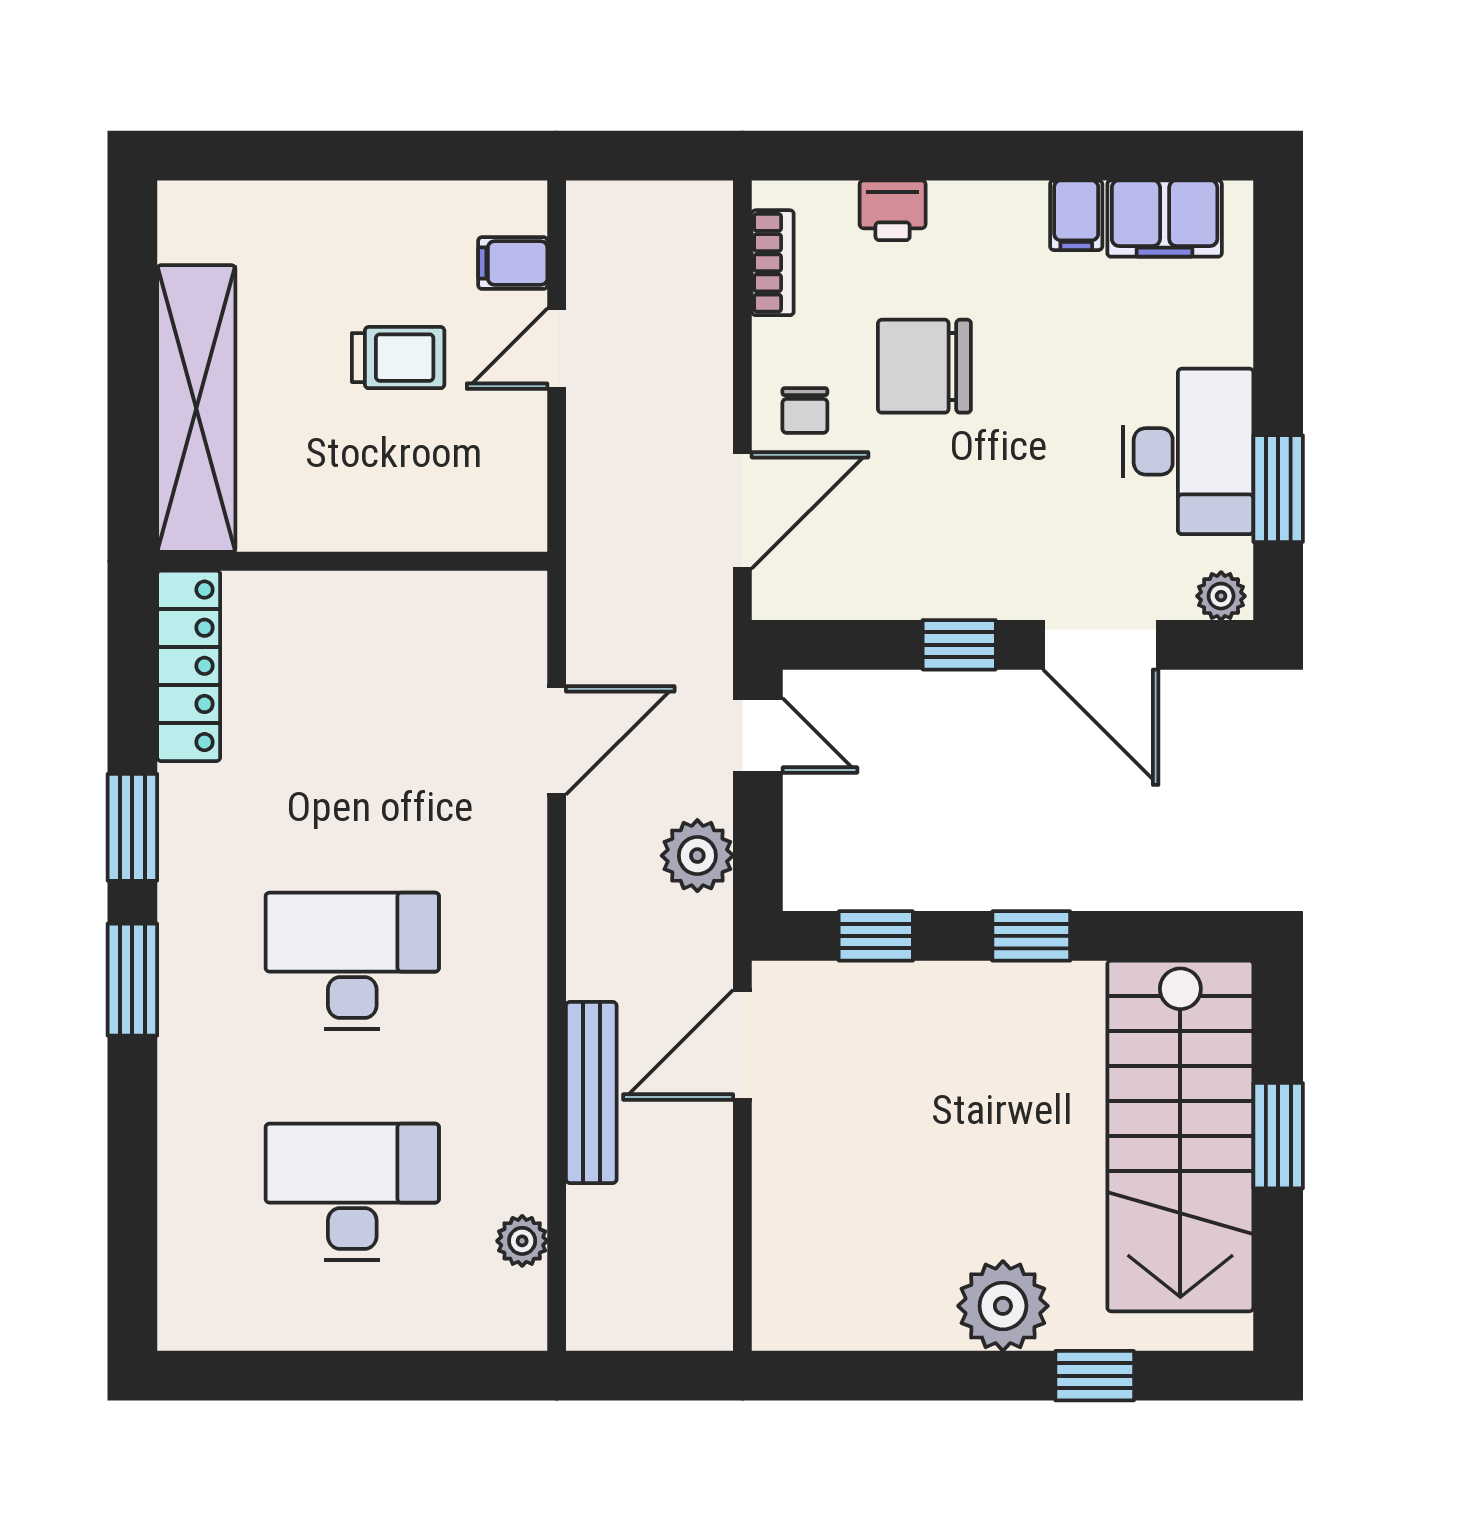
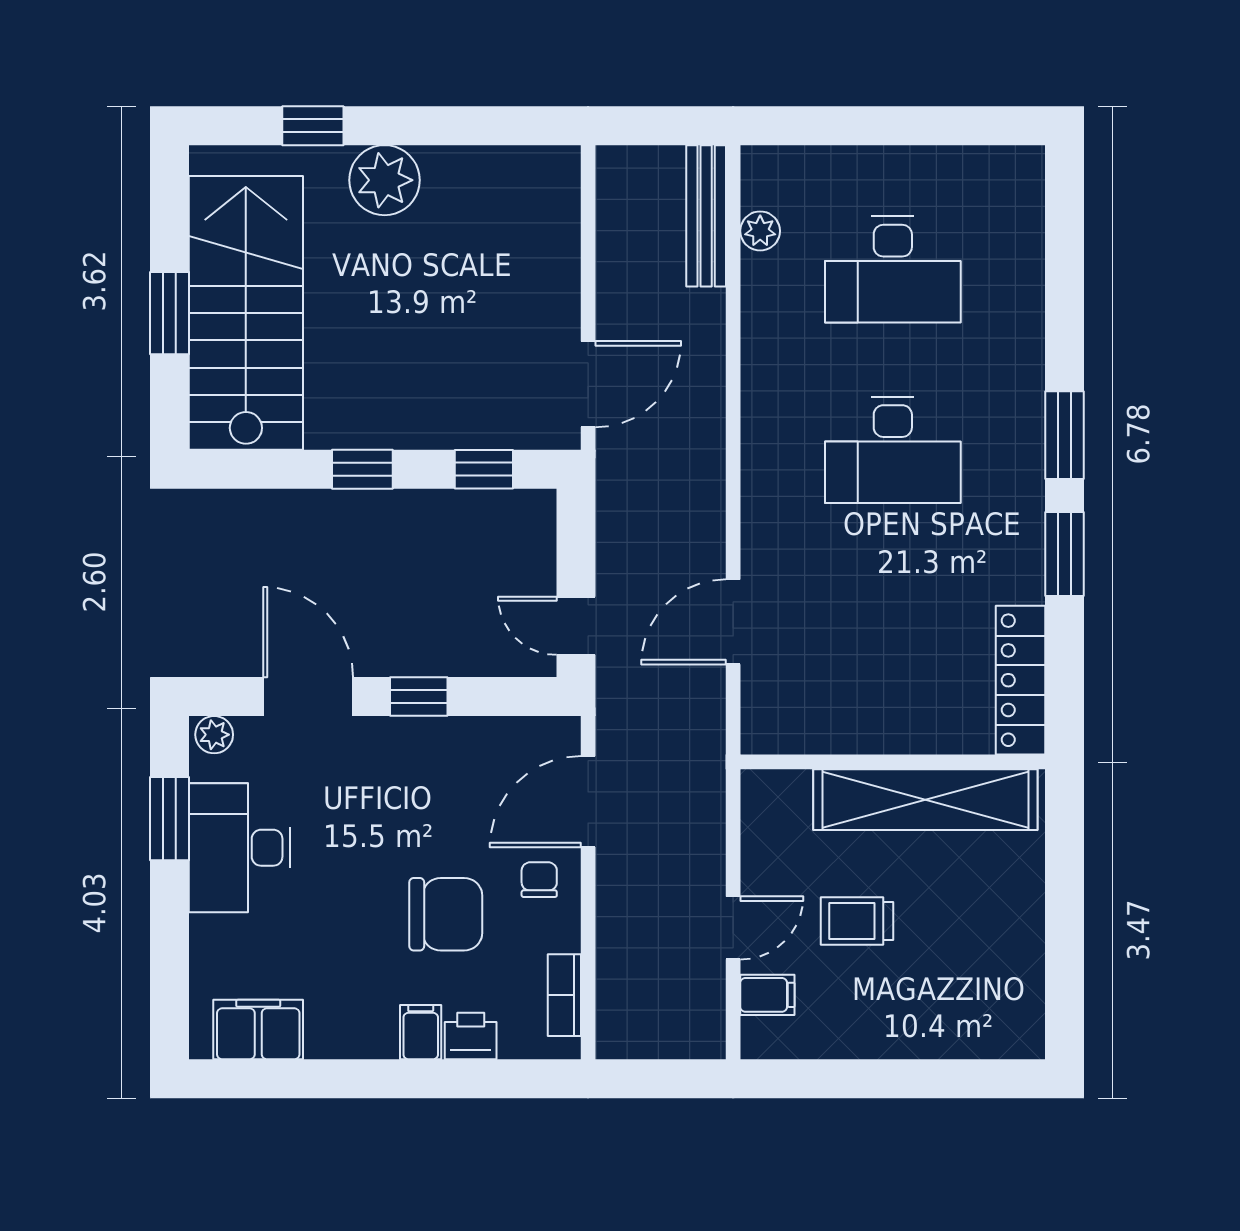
filing cabinet: (1076, 215) -> (421, 1032), moved
shelving: (196, 409) -> (925, 800), moved, turned 90
plant: (697, 856) -> (623, 532), removed
bench: (591, 1092) -> (706, 216), moved

